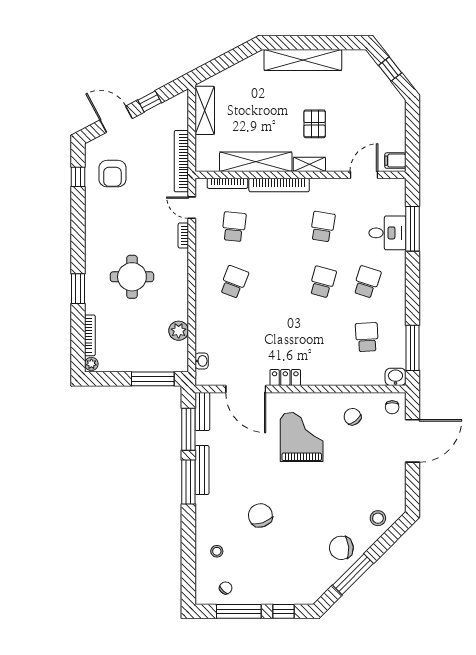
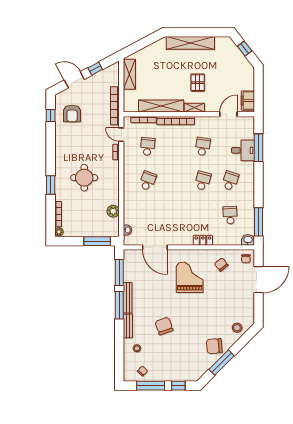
filing cabinet: (395, 161) -> (248, 101), width x2.00
locker: (285, 377) -> (203, 240), moved
bench: (202, 411) -> (128, 326), moved

